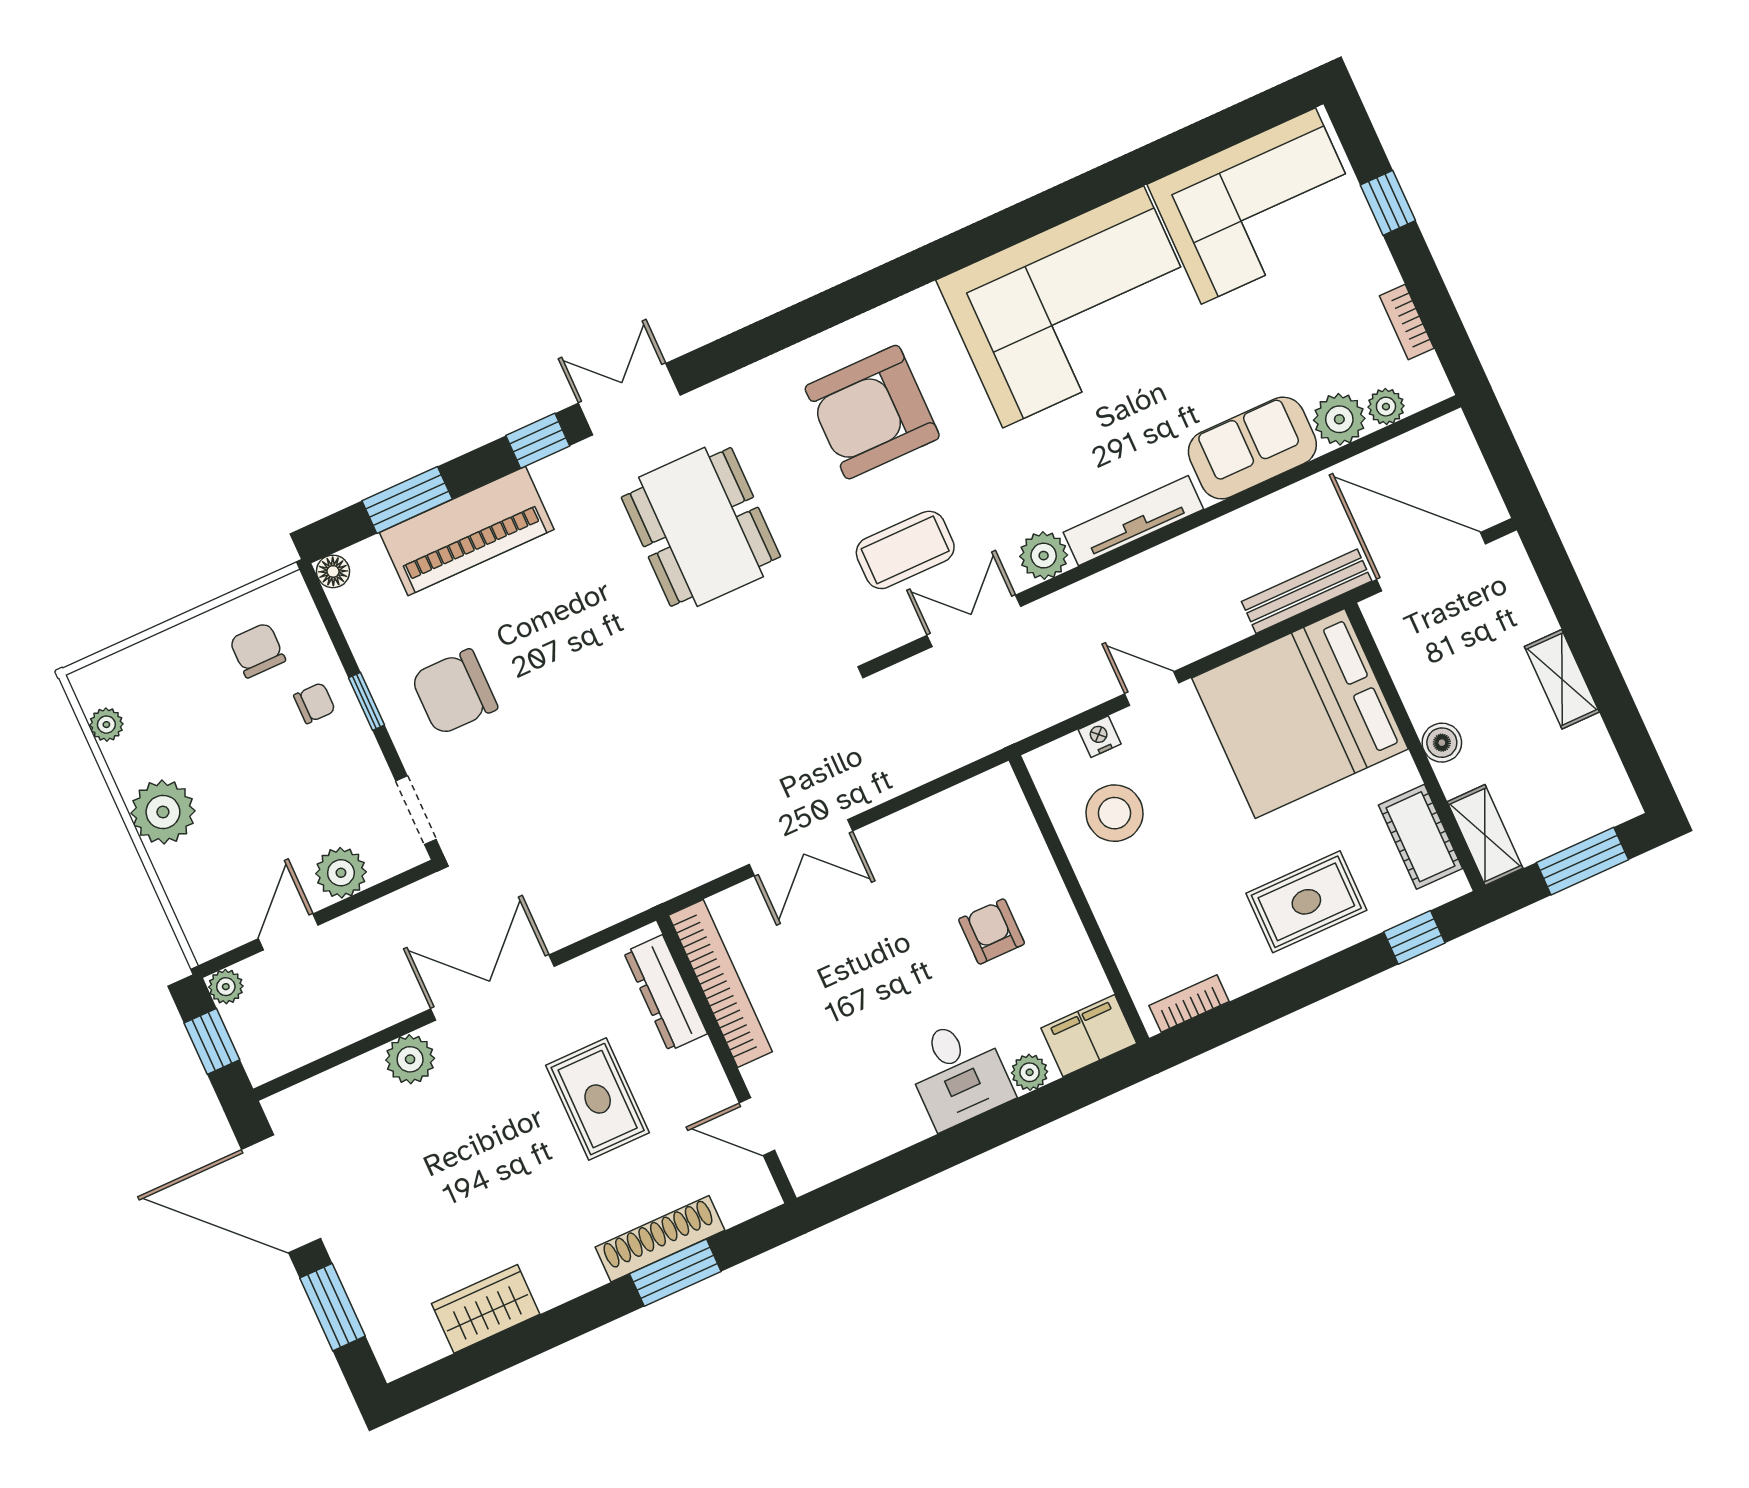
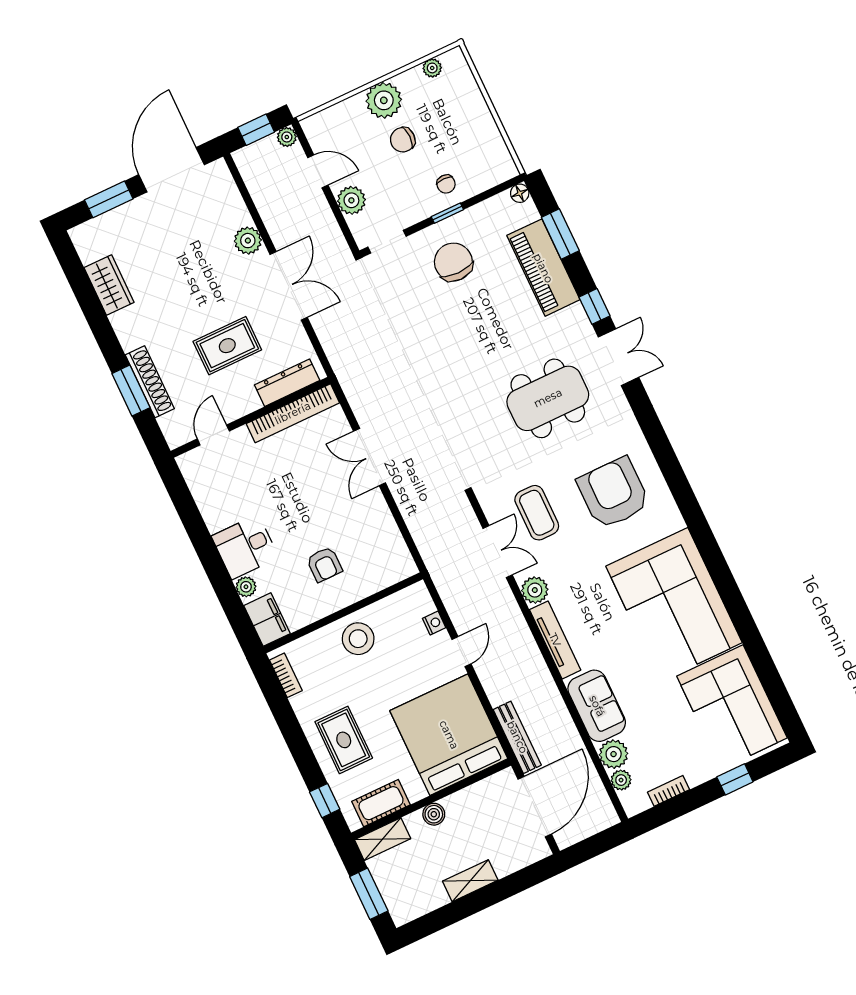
chair: (257, 650) -> (403, 140), moved, turned 180
stool: (1114, 813) -> (358, 639), moved
armchair: (992, 931) -> (324, 564), turned 90

